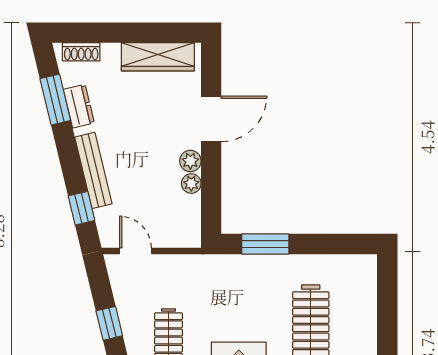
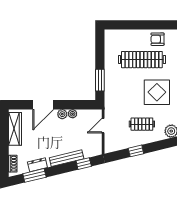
door: (211, 119) -> (43, 105), swing flipped
door: (135, 251) -> (103, 126), moved

